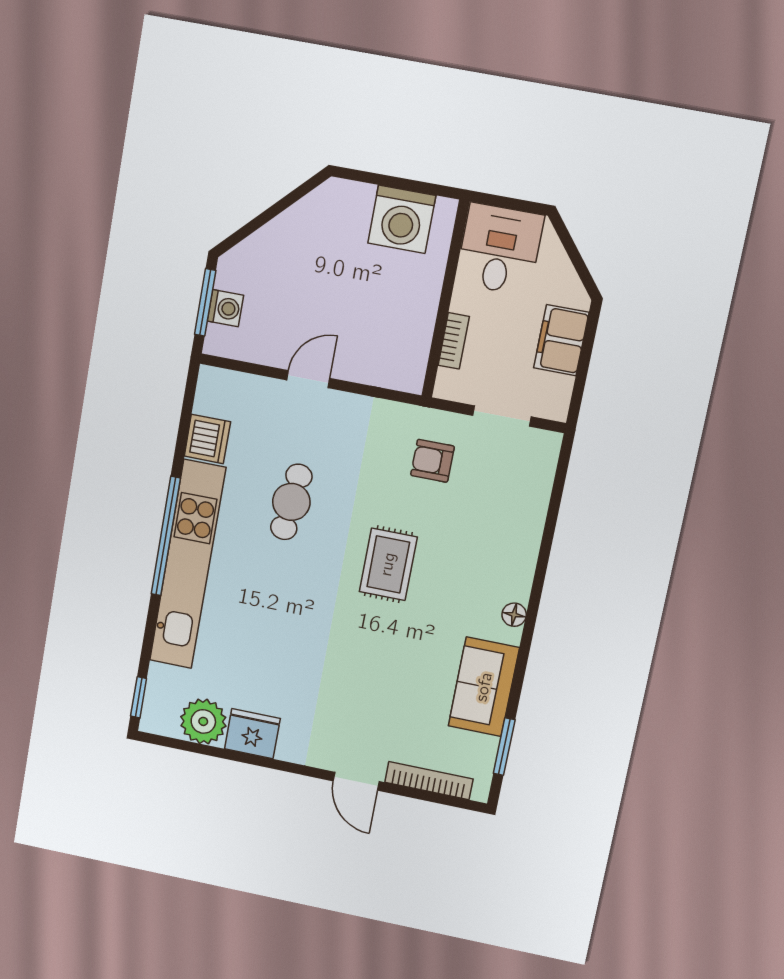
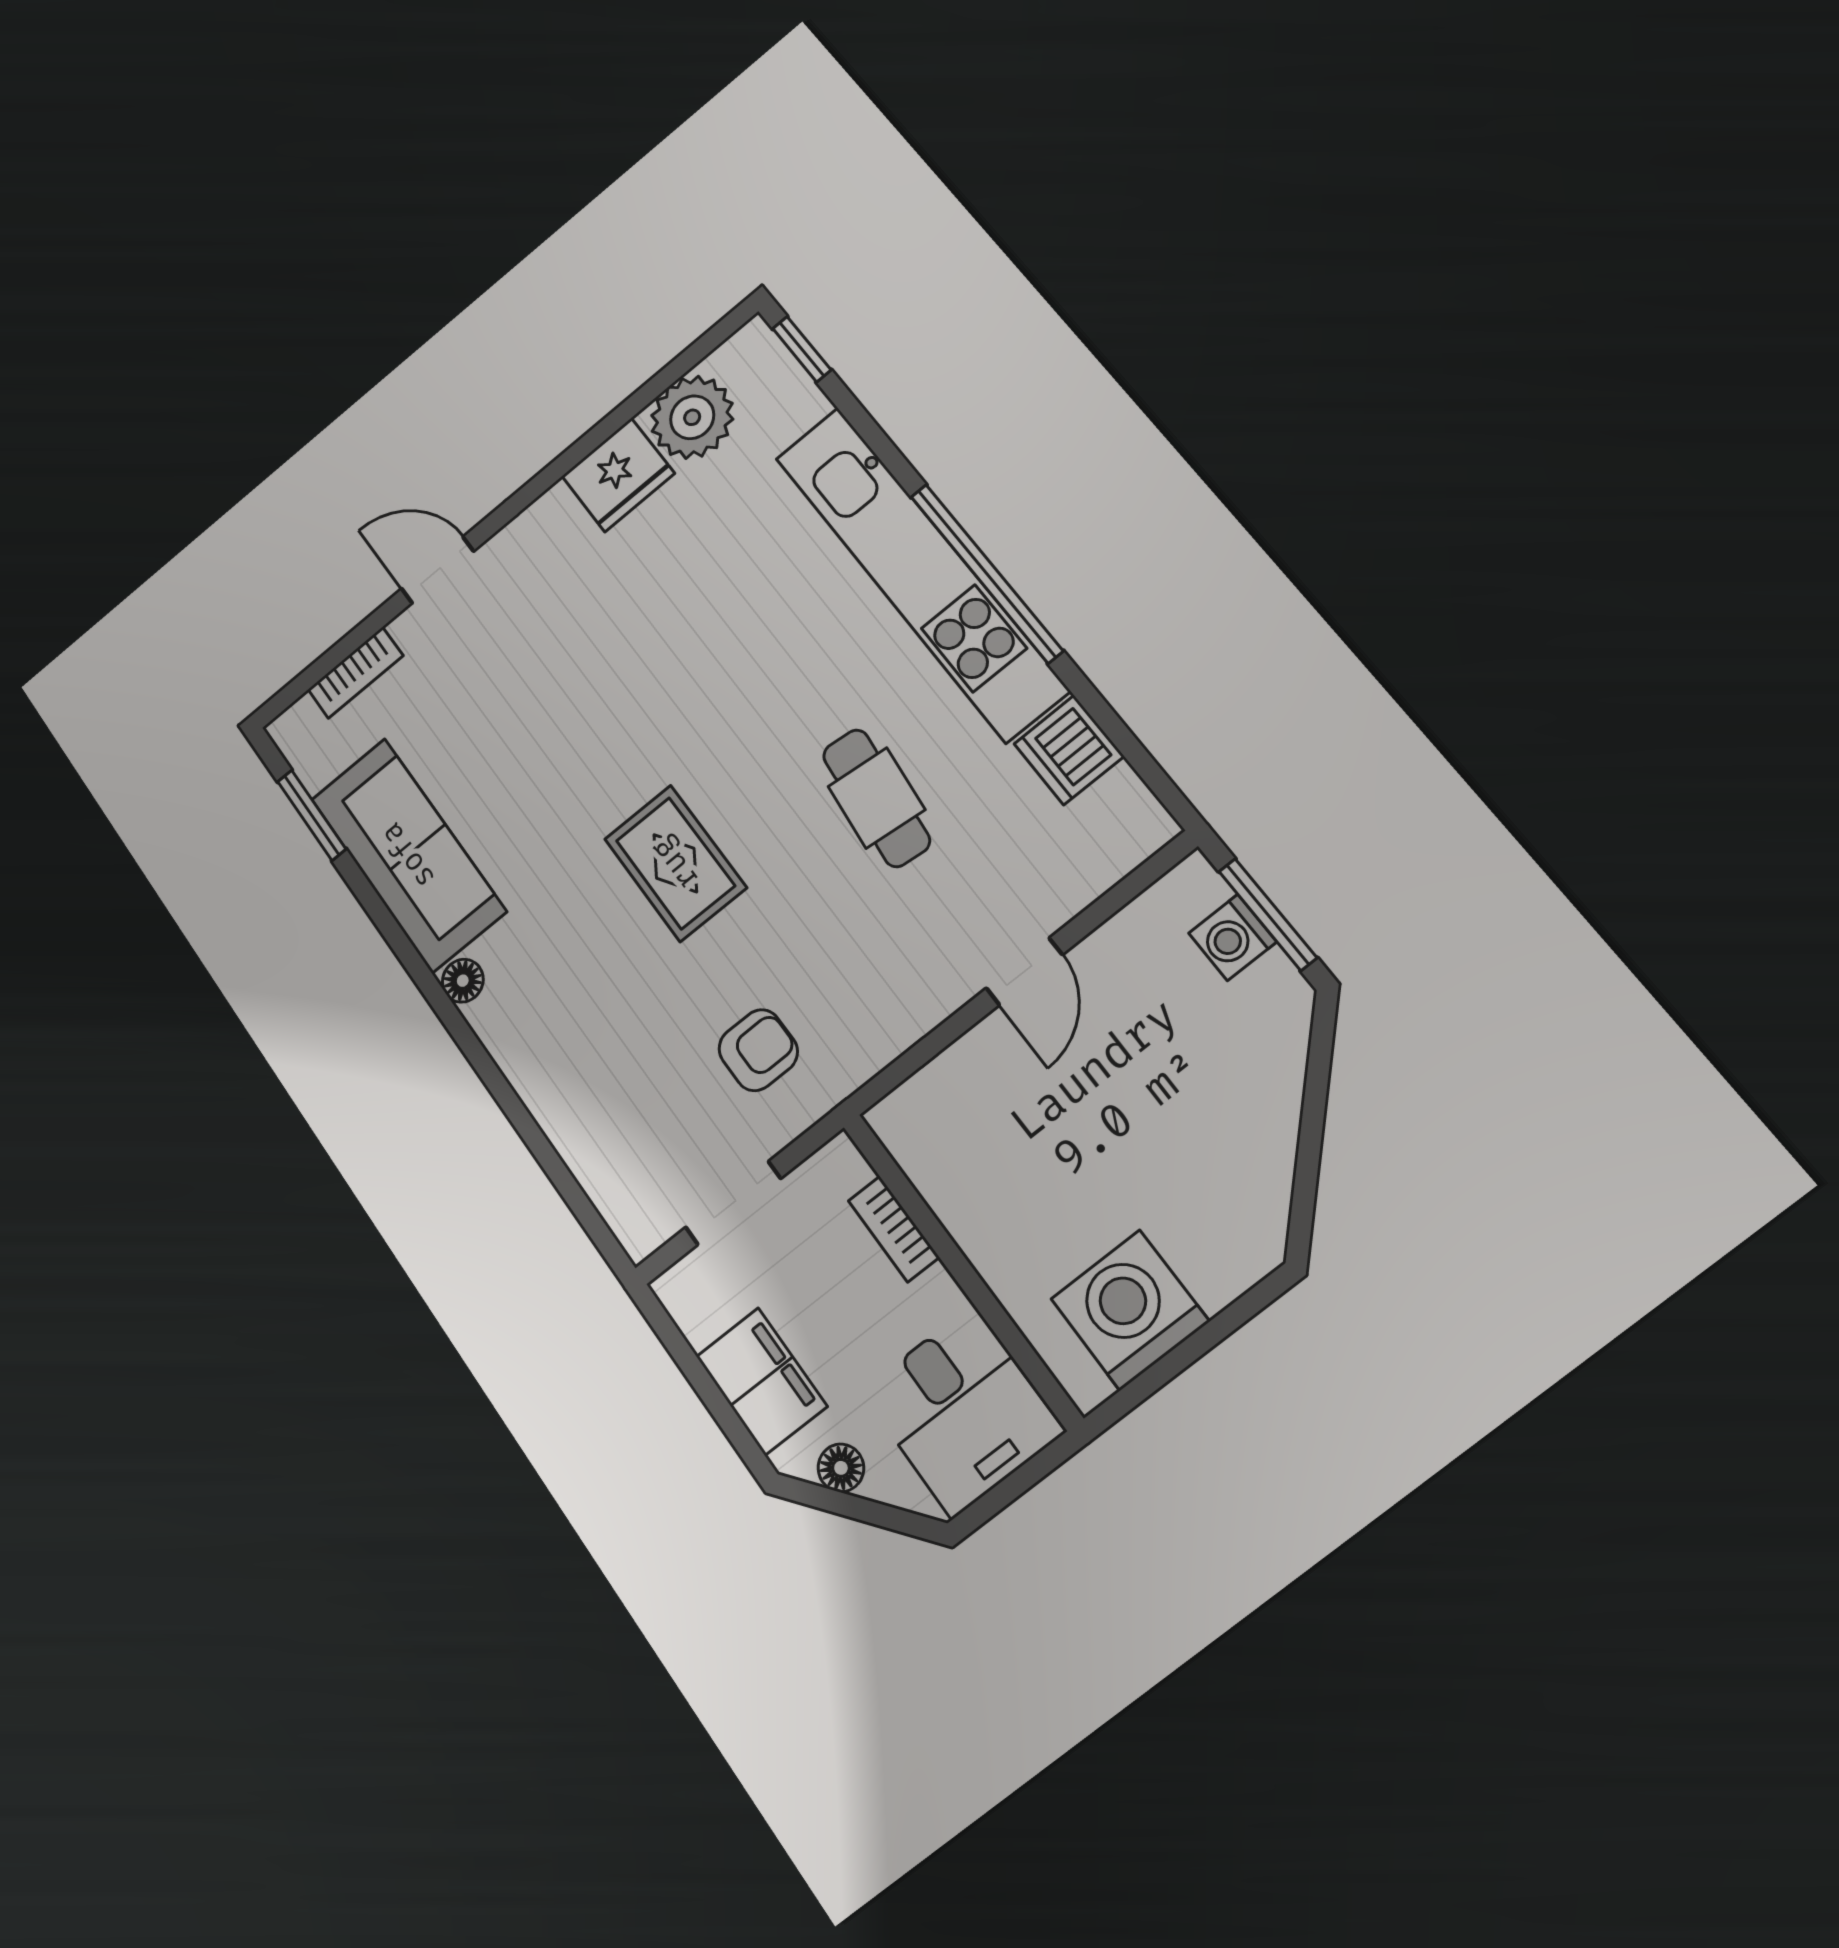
floor lamp: (566, 277) -> (841, 1468), added
sofa: (484, 687) -> (408, 855), width x1.36
bookcase: (429, 781) -> (356, 673), width x0.64

